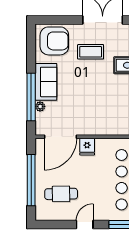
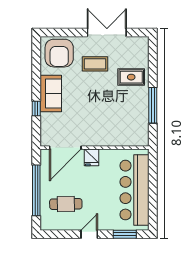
armchair: (54, 41) -> (59, 53), turned 90
window: (31, 97) -> (36, 108), width x0.32
plant: (40, 106) -> (45, 118), removed

